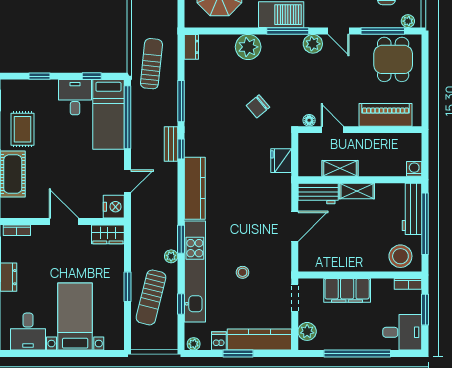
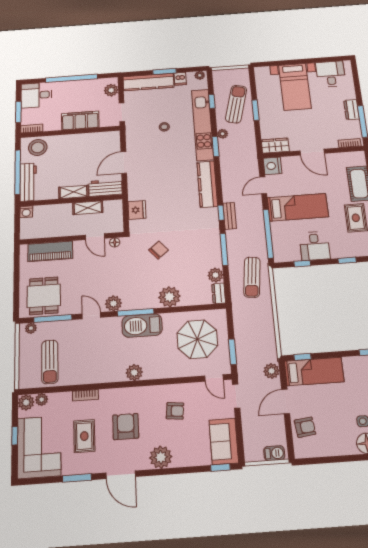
plant: (193, 70) -> (216, 275), added
bed: (108, 114) -> (298, 207), moved, turned 90

